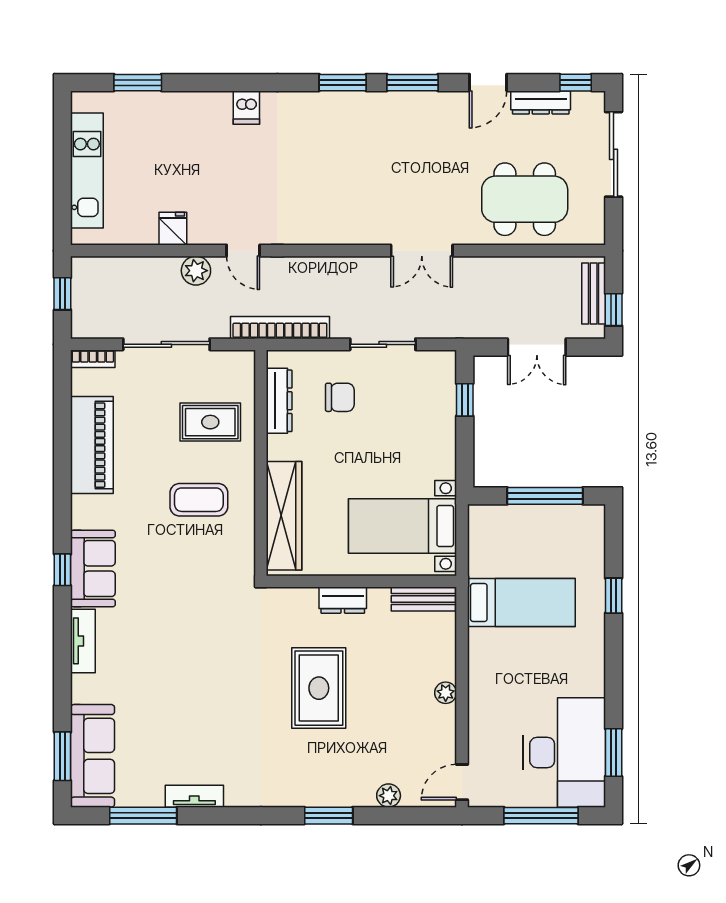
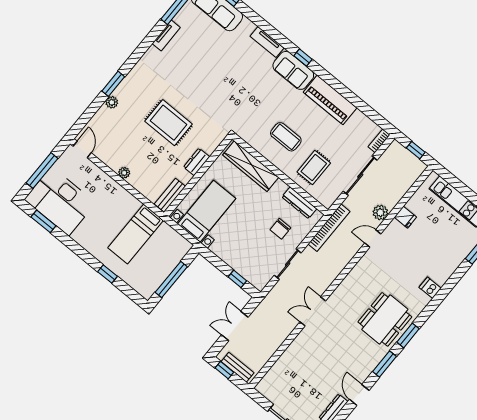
dining table: (525, 199) -> (385, 319), moved
piano: (92, 445) -> (330, 100), moved
coffee table: (199, 500) -> (286, 137), turned 90
plant: (389, 796) -> (112, 102), moved

